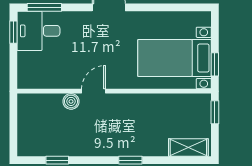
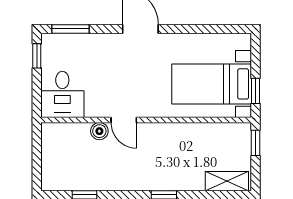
desk: (38, 31) -> (62, 94), moved, turned -90
door: (94, 91) -> (124, 120), swing flipped

